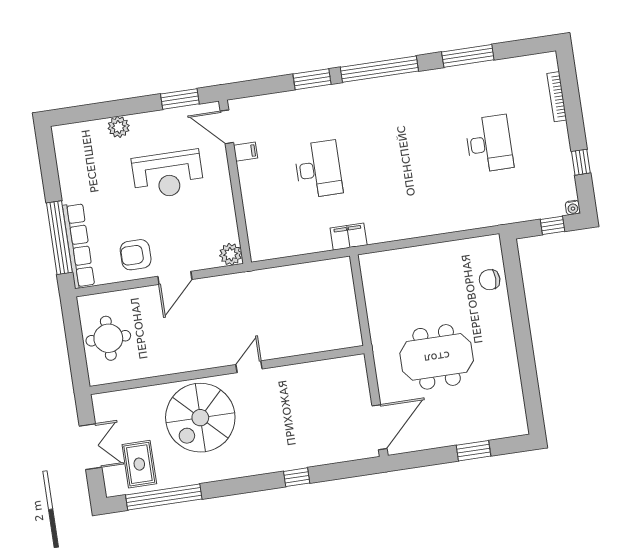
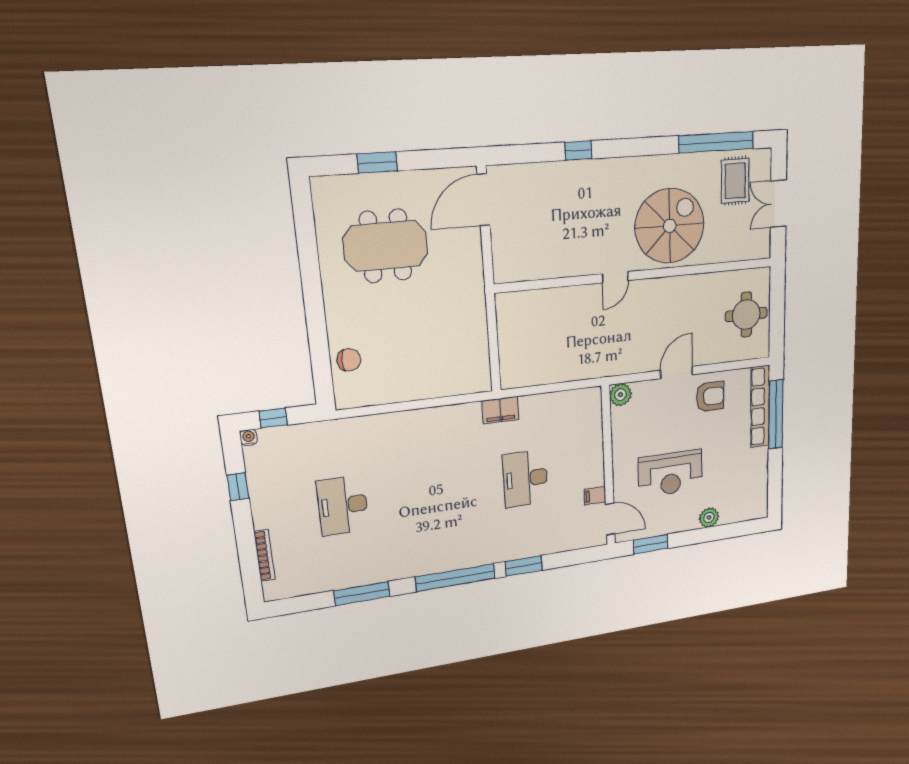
reception desk: (168, 174) -> (671, 473), turned 180
meeting table: (437, 357) -> (386, 246), moved

